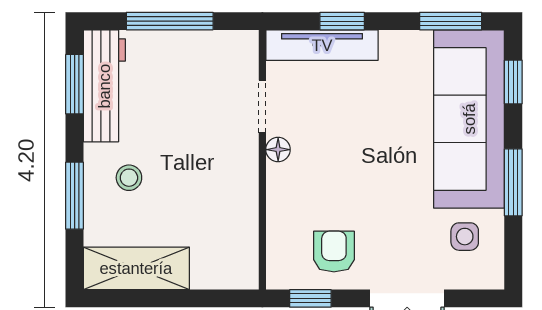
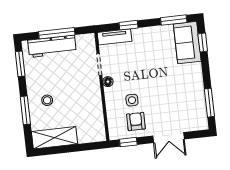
tv unit: (322, 45) -> (115, 37), width x0.71
workbench: (104, 86) -> (52, 46), moved, turned 90
sofa: (469, 119) -> (187, 43), width x0.54, depth x0.79
window: (513, 182) -> (209, 103), moved
side table: (465, 237) -> (132, 100), moved

